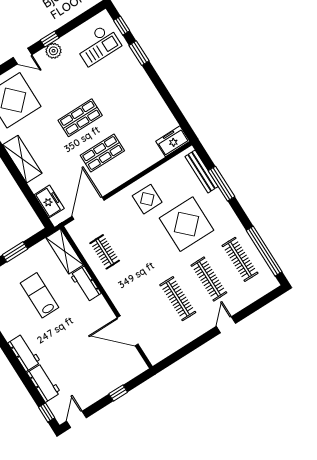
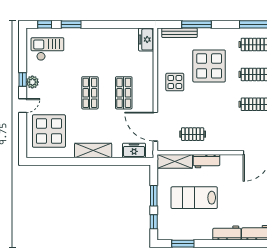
checkout: (98, 45) -> (47, 49), turned -90
lab bench: (40, 295) -> (194, 198), width x1.36, depth x1.39

